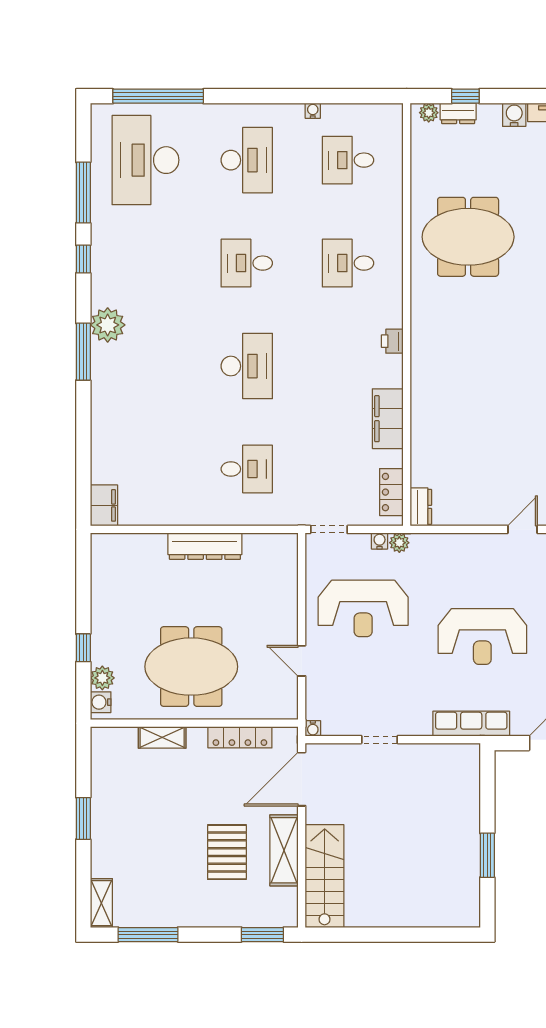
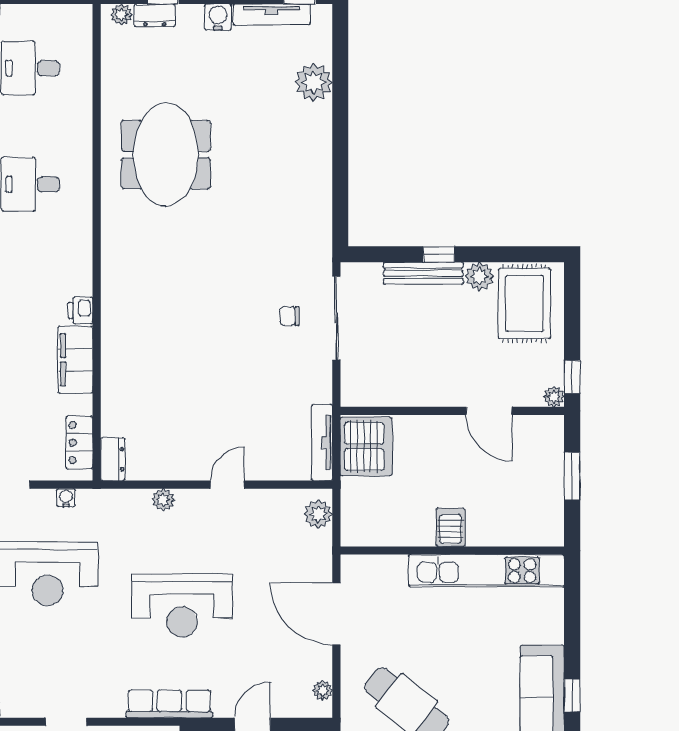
meeting table: (468, 237) -> (166, 155), turned 90
printer: (392, 341) -> (80, 311), moved
plant: (399, 543) -> (163, 500), moved

